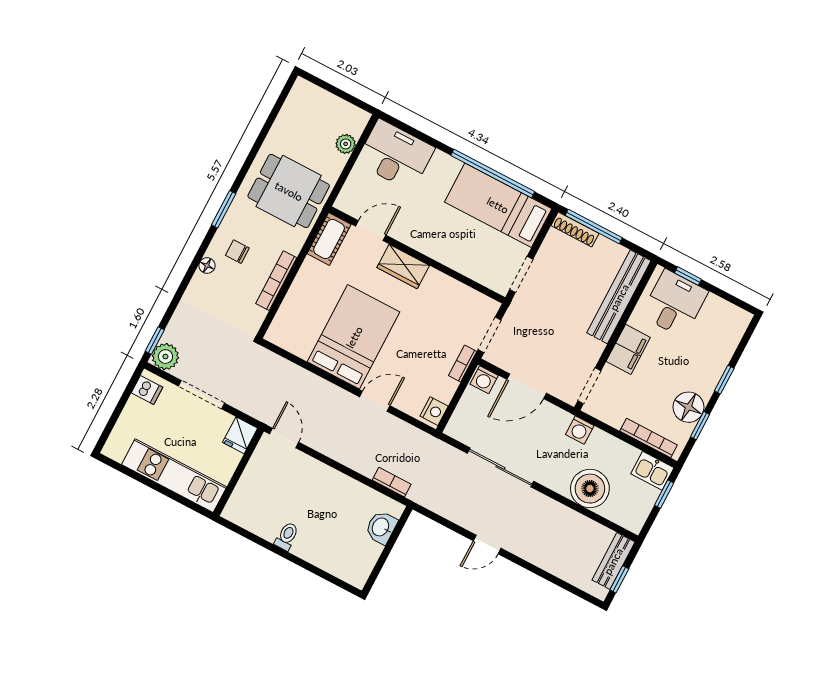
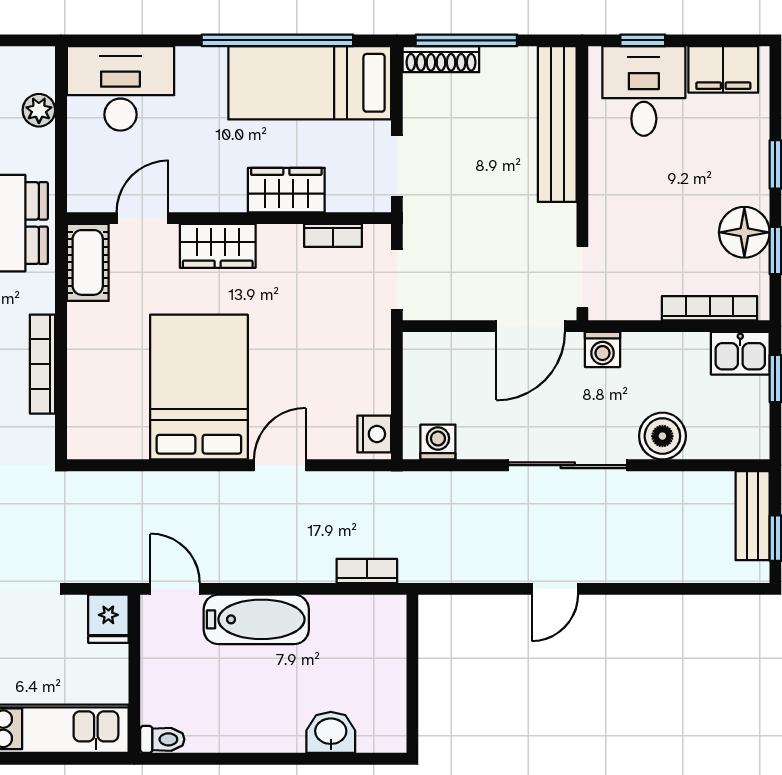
wardrobe: (456, 256) -> (286, 190), added
filing cabinet: (628, 349) -> (723, 69), moved, turned 90
bookcase: (463, 364) -> (333, 235), moved, turned -90
washing machine: (484, 380) -> (438, 442), moved, turned 180
door: (527, 386) -> (531, 326), moved
sliding door: (500, 467) -> (568, 465), moved
bathtub: (319, 477) -> (256, 619), added
boiler: (590, 489) -> (662, 436), width x0.73, depth x0.73
washbasin: (381, 527) -> (331, 732), moved, turned 90
toilet: (287, 536) -> (162, 739), moved, turned 90

